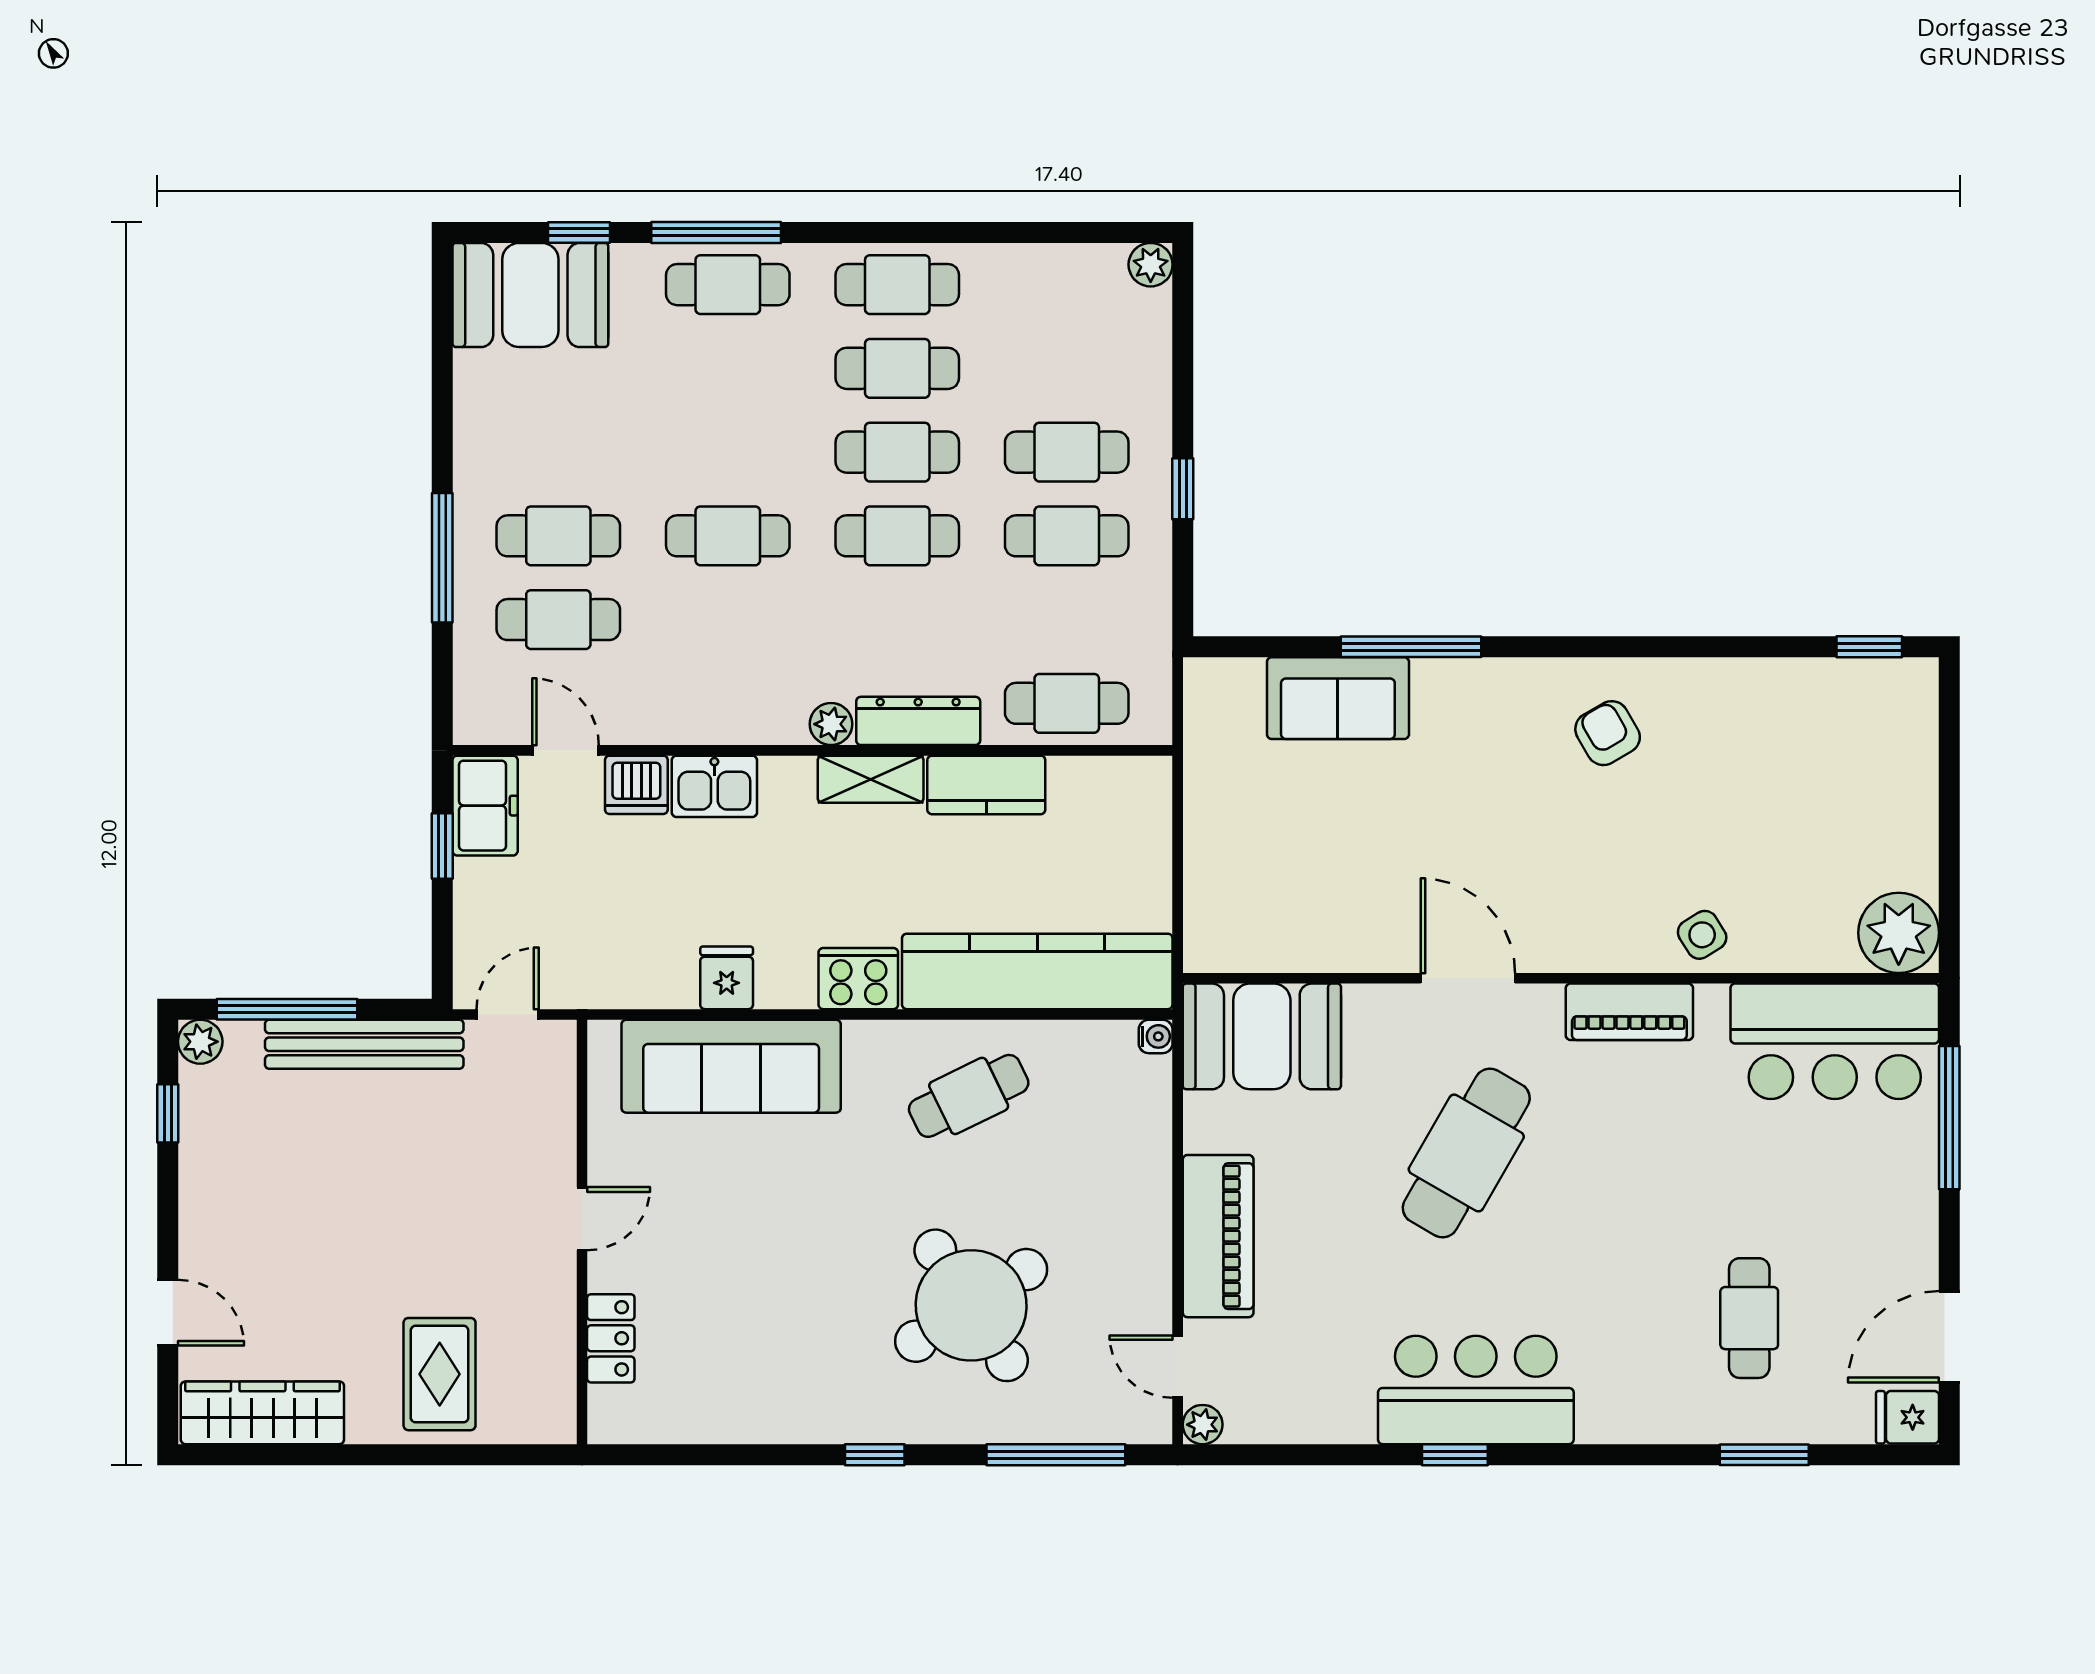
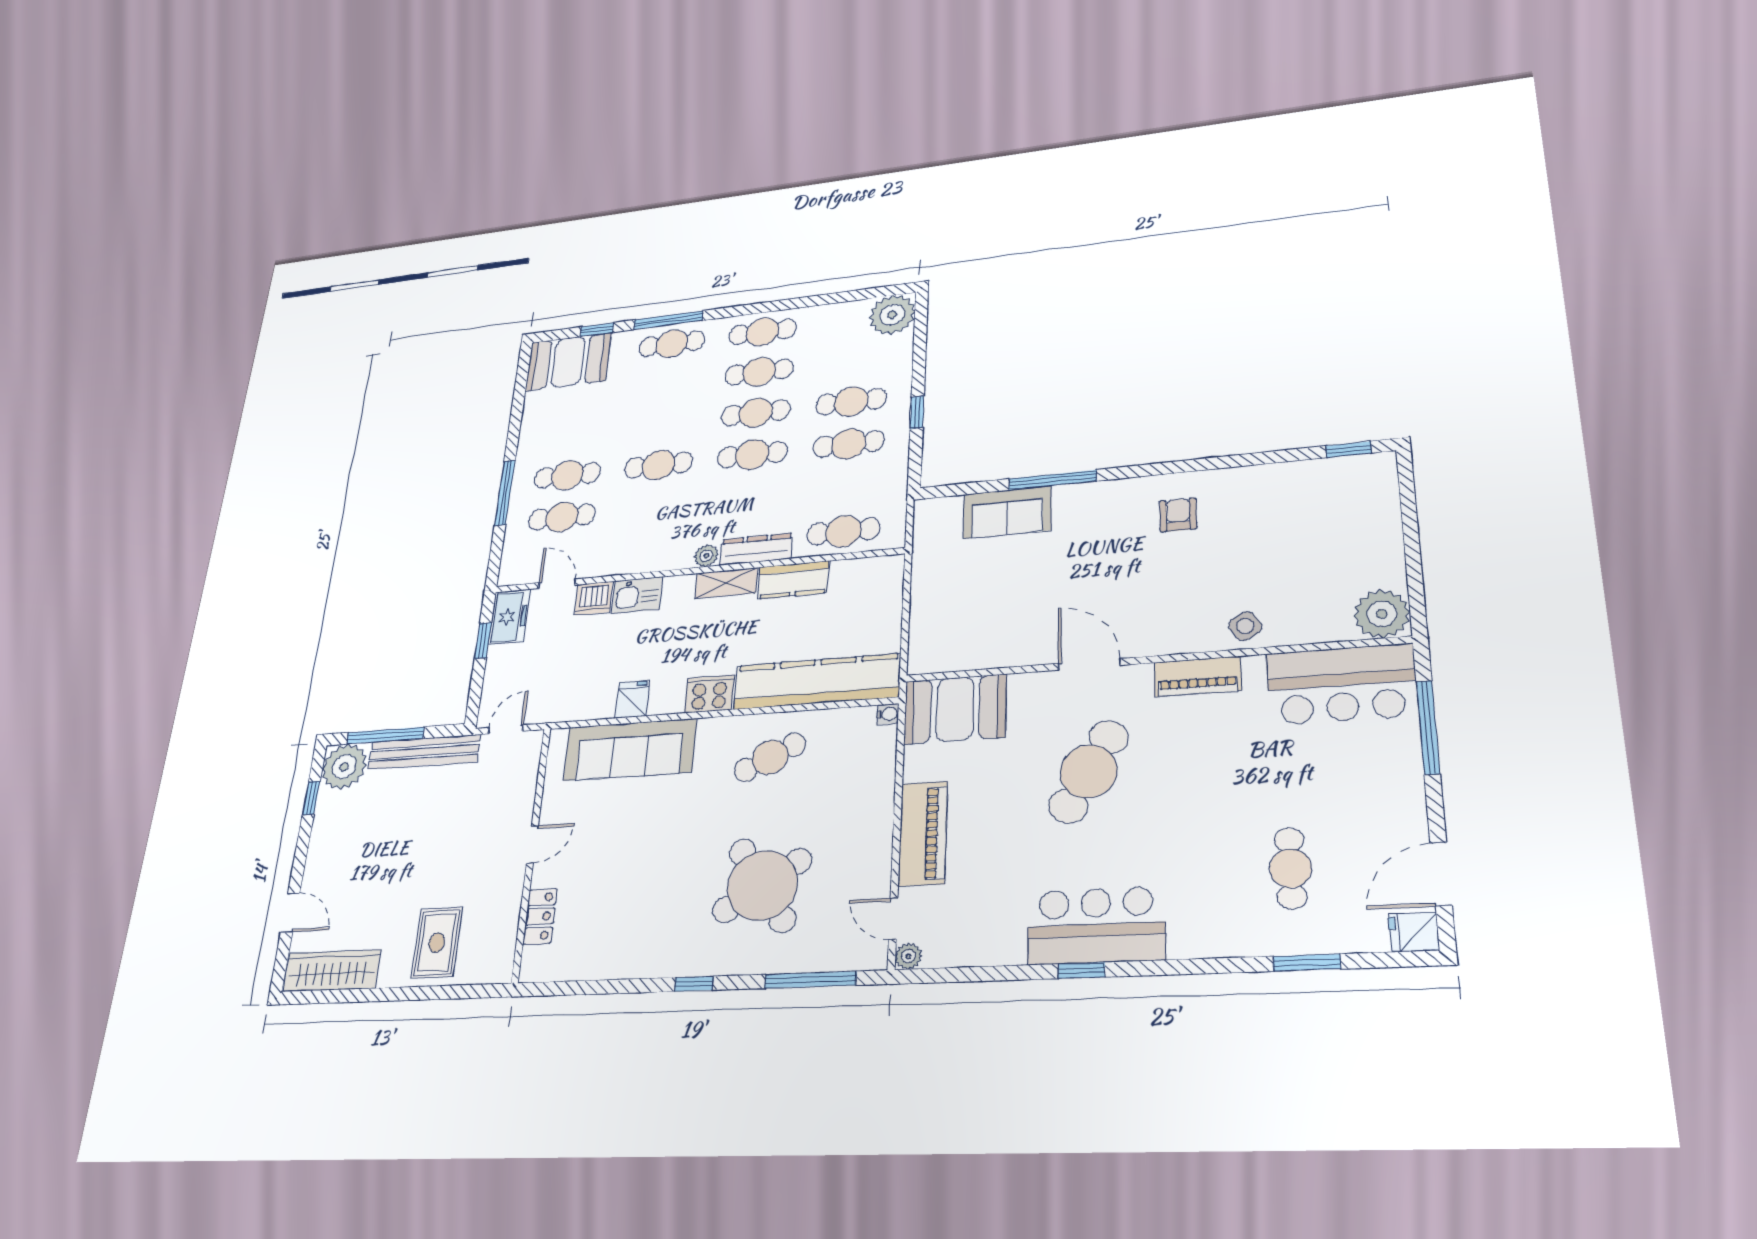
plant: (1151, 265) -> (892, 315), width x1.88, depth x1.88
armchair: (1608, 733) -> (1178, 515), turned 30
plant: (200, 1042) -> (344, 767), width x1.87, depth x1.87

